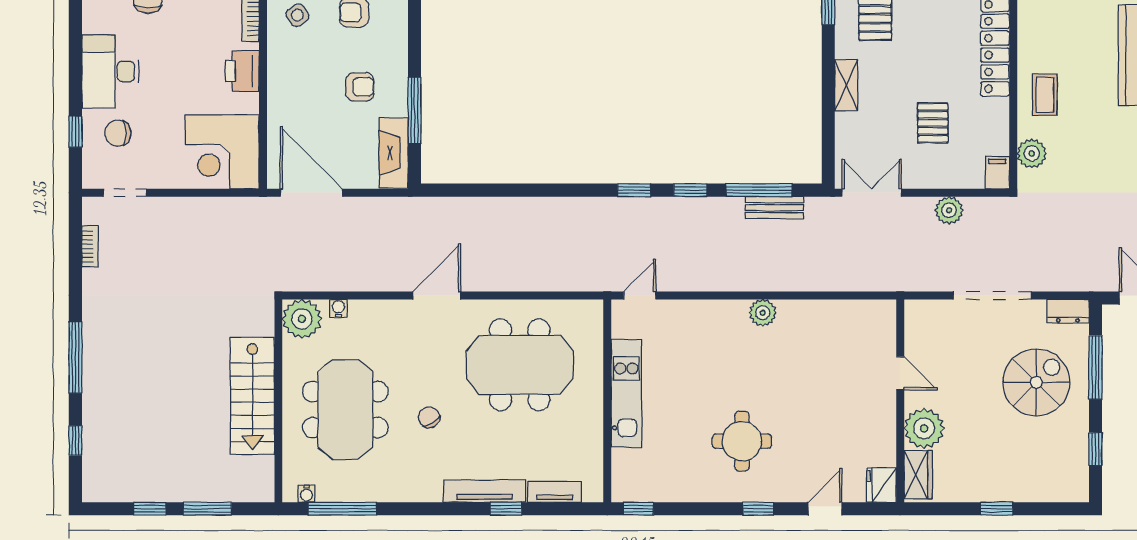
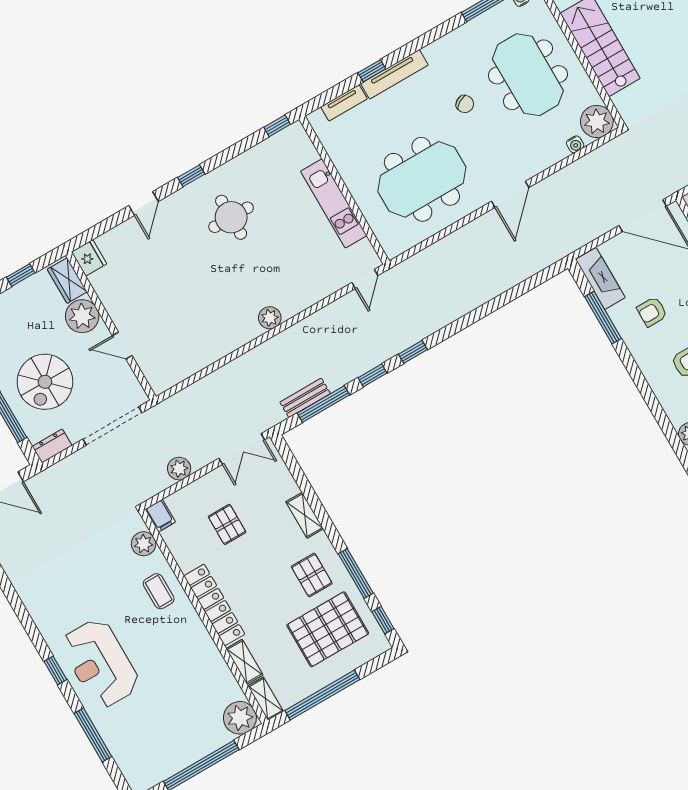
door: (900, 373) -> (122, 346), moved
wall: (900, 401) -> (111, 326), moved
plant: (924, 428) -> (82, 316), moved
wardrobe: (918, 475) -> (67, 280), moved
fridge: (881, 485) -> (89, 258), moved

